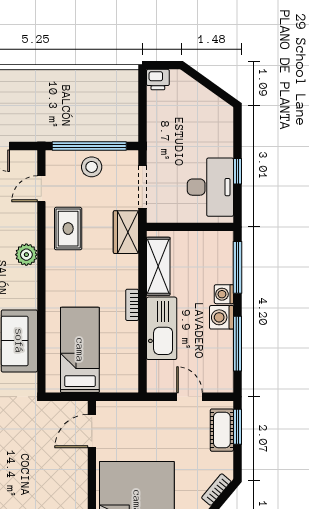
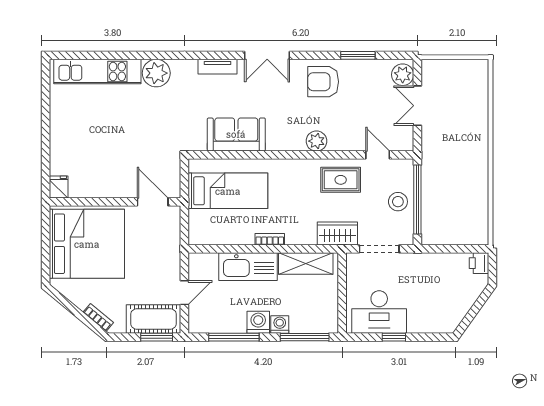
cot: (222, 430) -> (154, 319), width x1.37, depth x1.34

